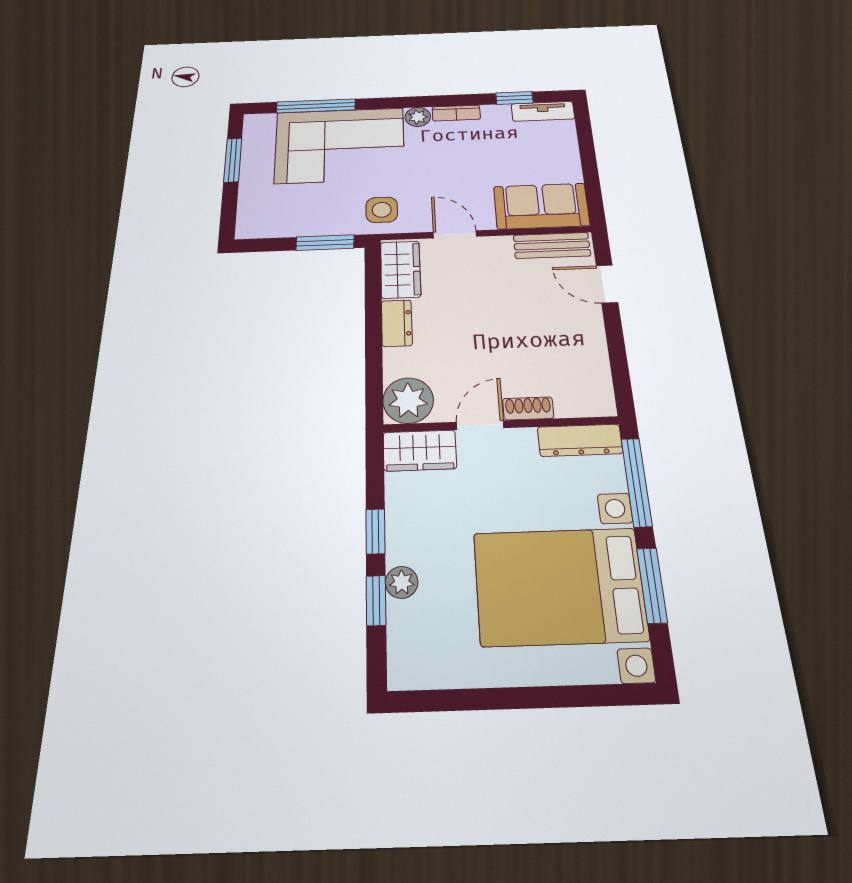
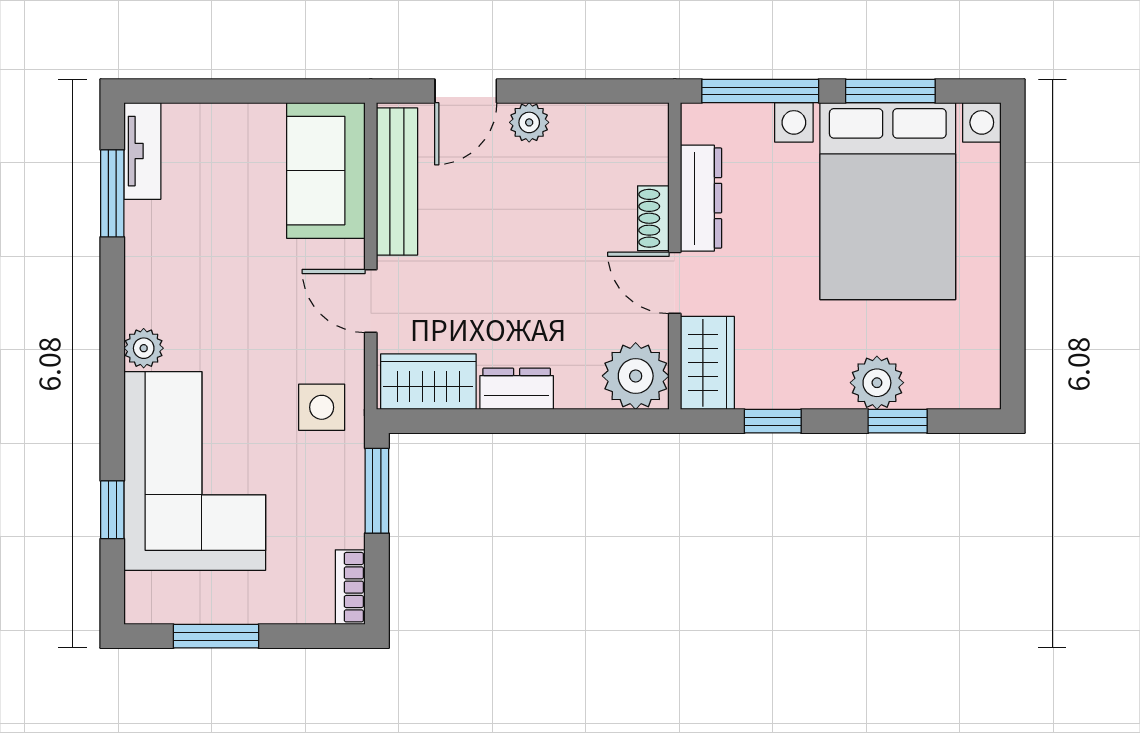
window: (514, 98) -> (112, 193), width x1.50
window: (316, 106) -> (112, 510), width x0.46
bookcase: (456, 113) -> (350, 587), moved, turned 180
door: (455, 234) -> (371, 301), hinge flipped
bench: (552, 246) -> (397, 182), width x1.36
plant: (590, 324) -> (529, 122), added
dresser: (580, 440) -> (701, 198), moved
window: (375, 531) -> (773, 421), moved
plant: (402, 582) -> (877, 383), width x1.38, depth x1.38

